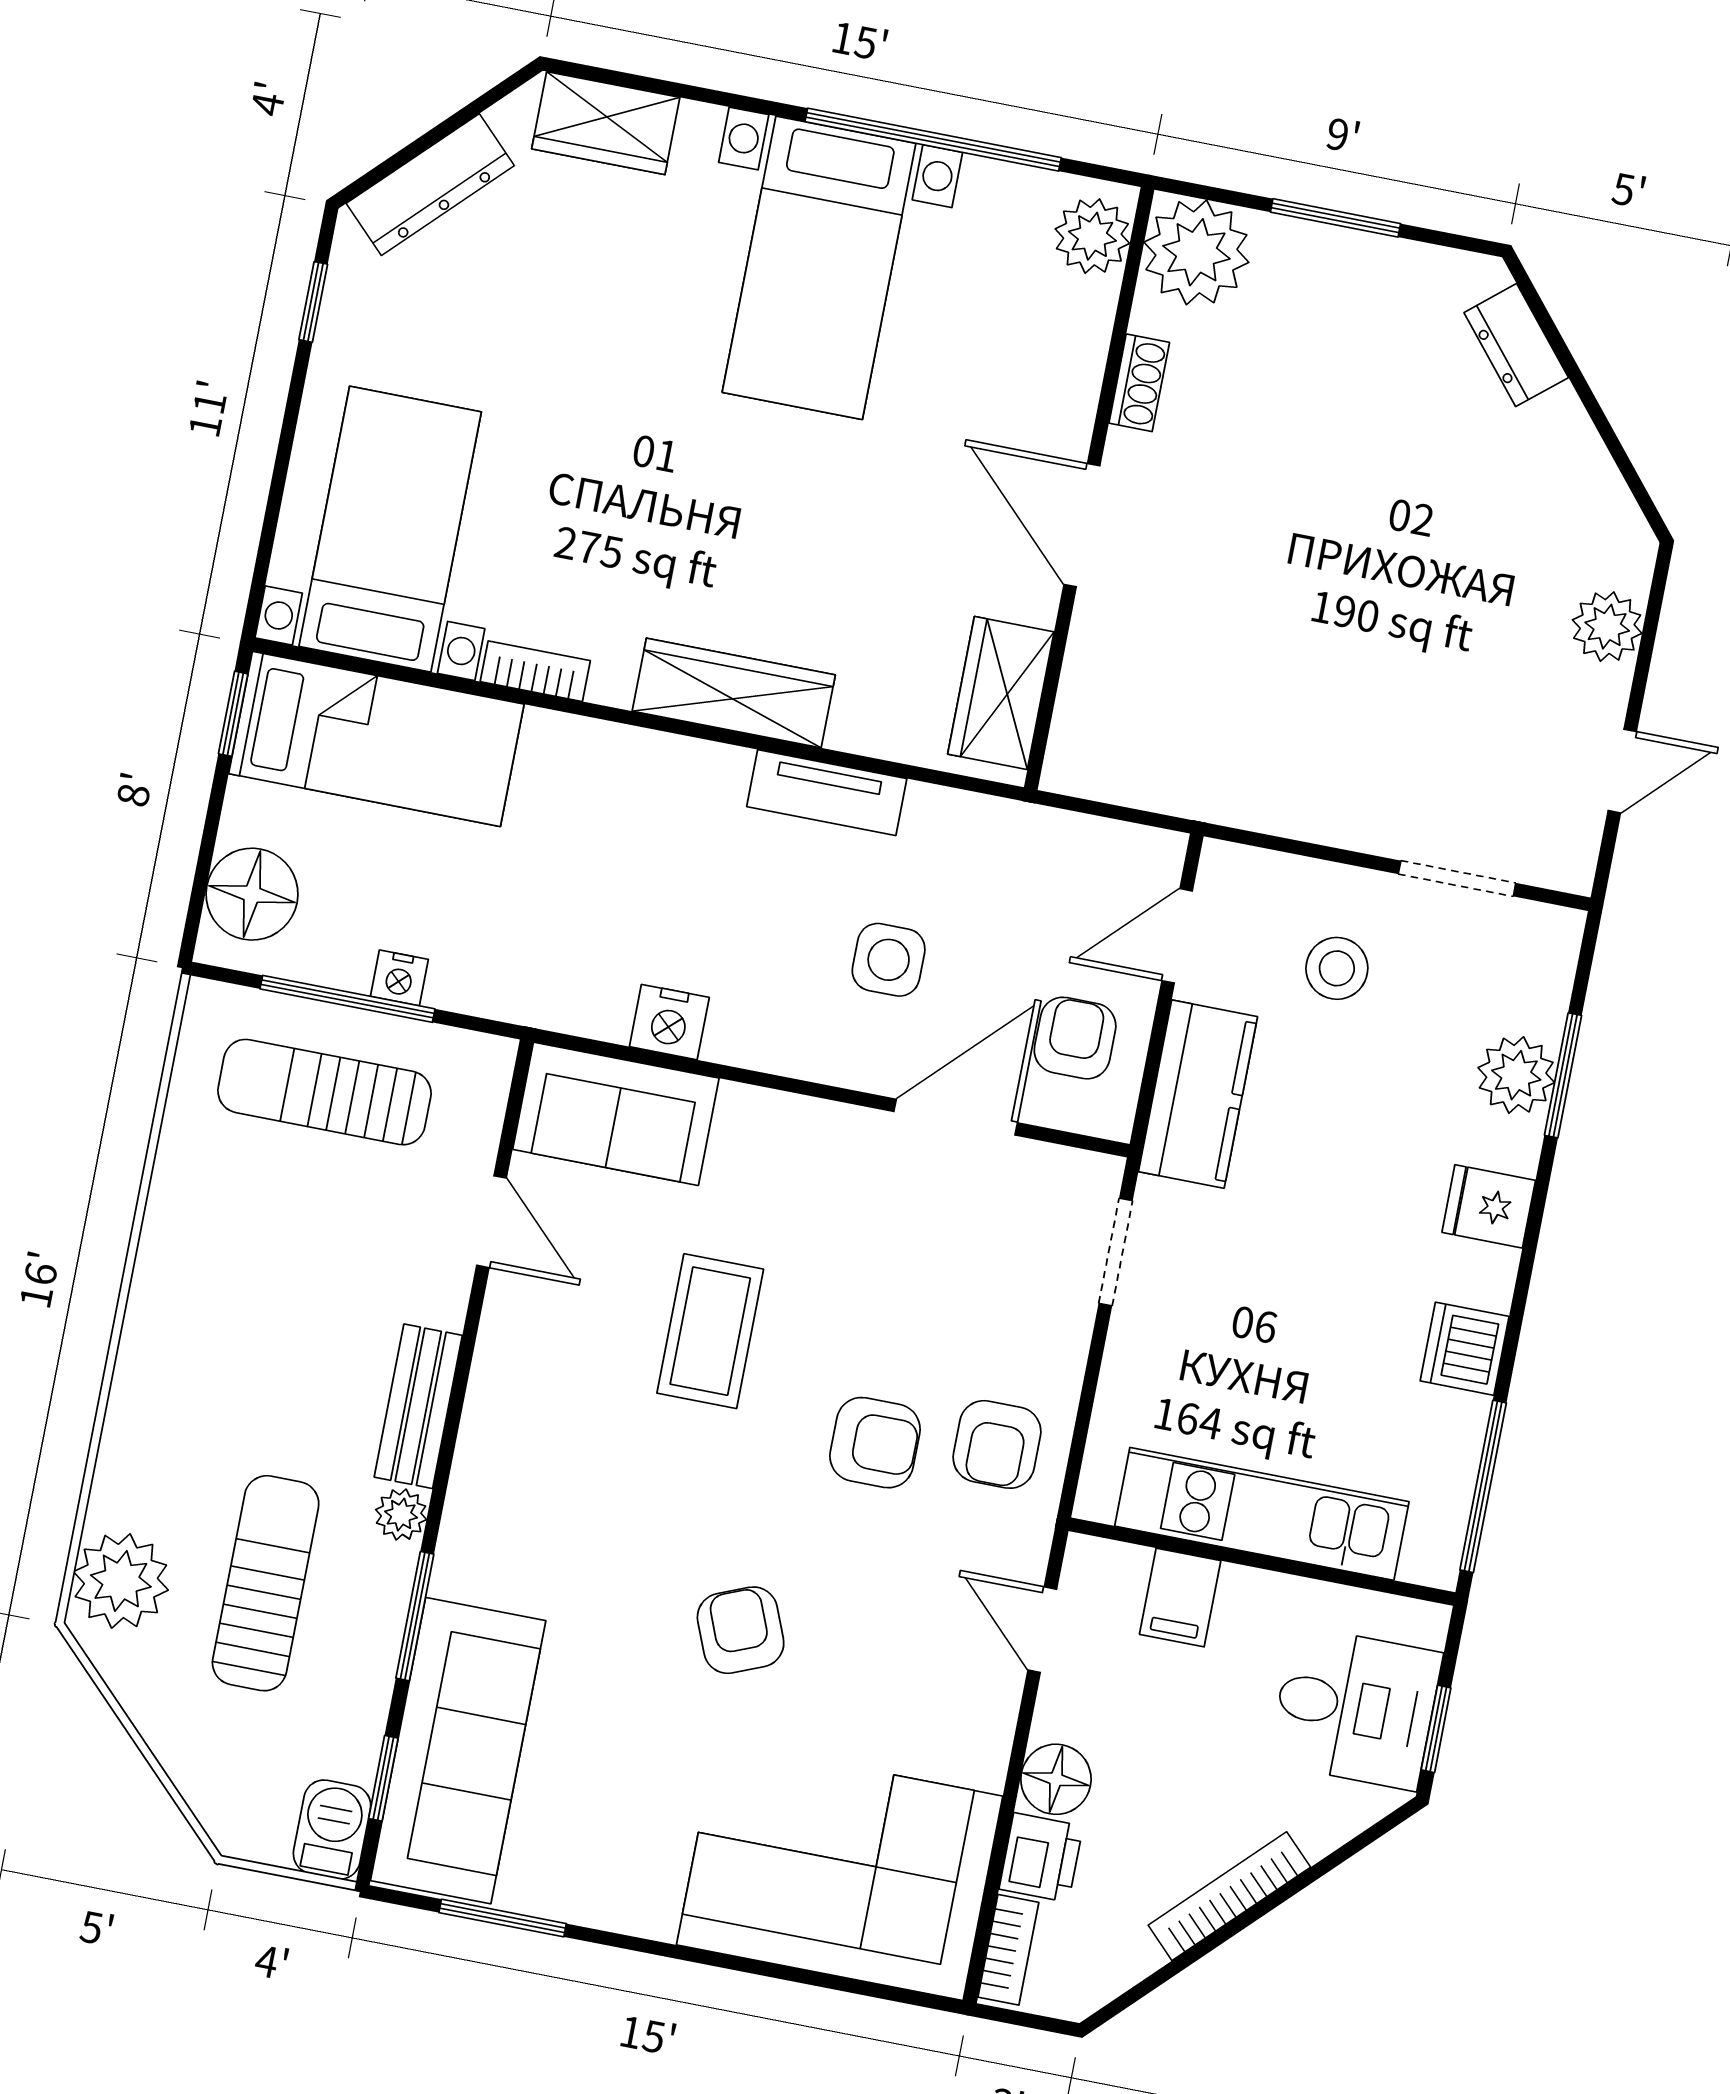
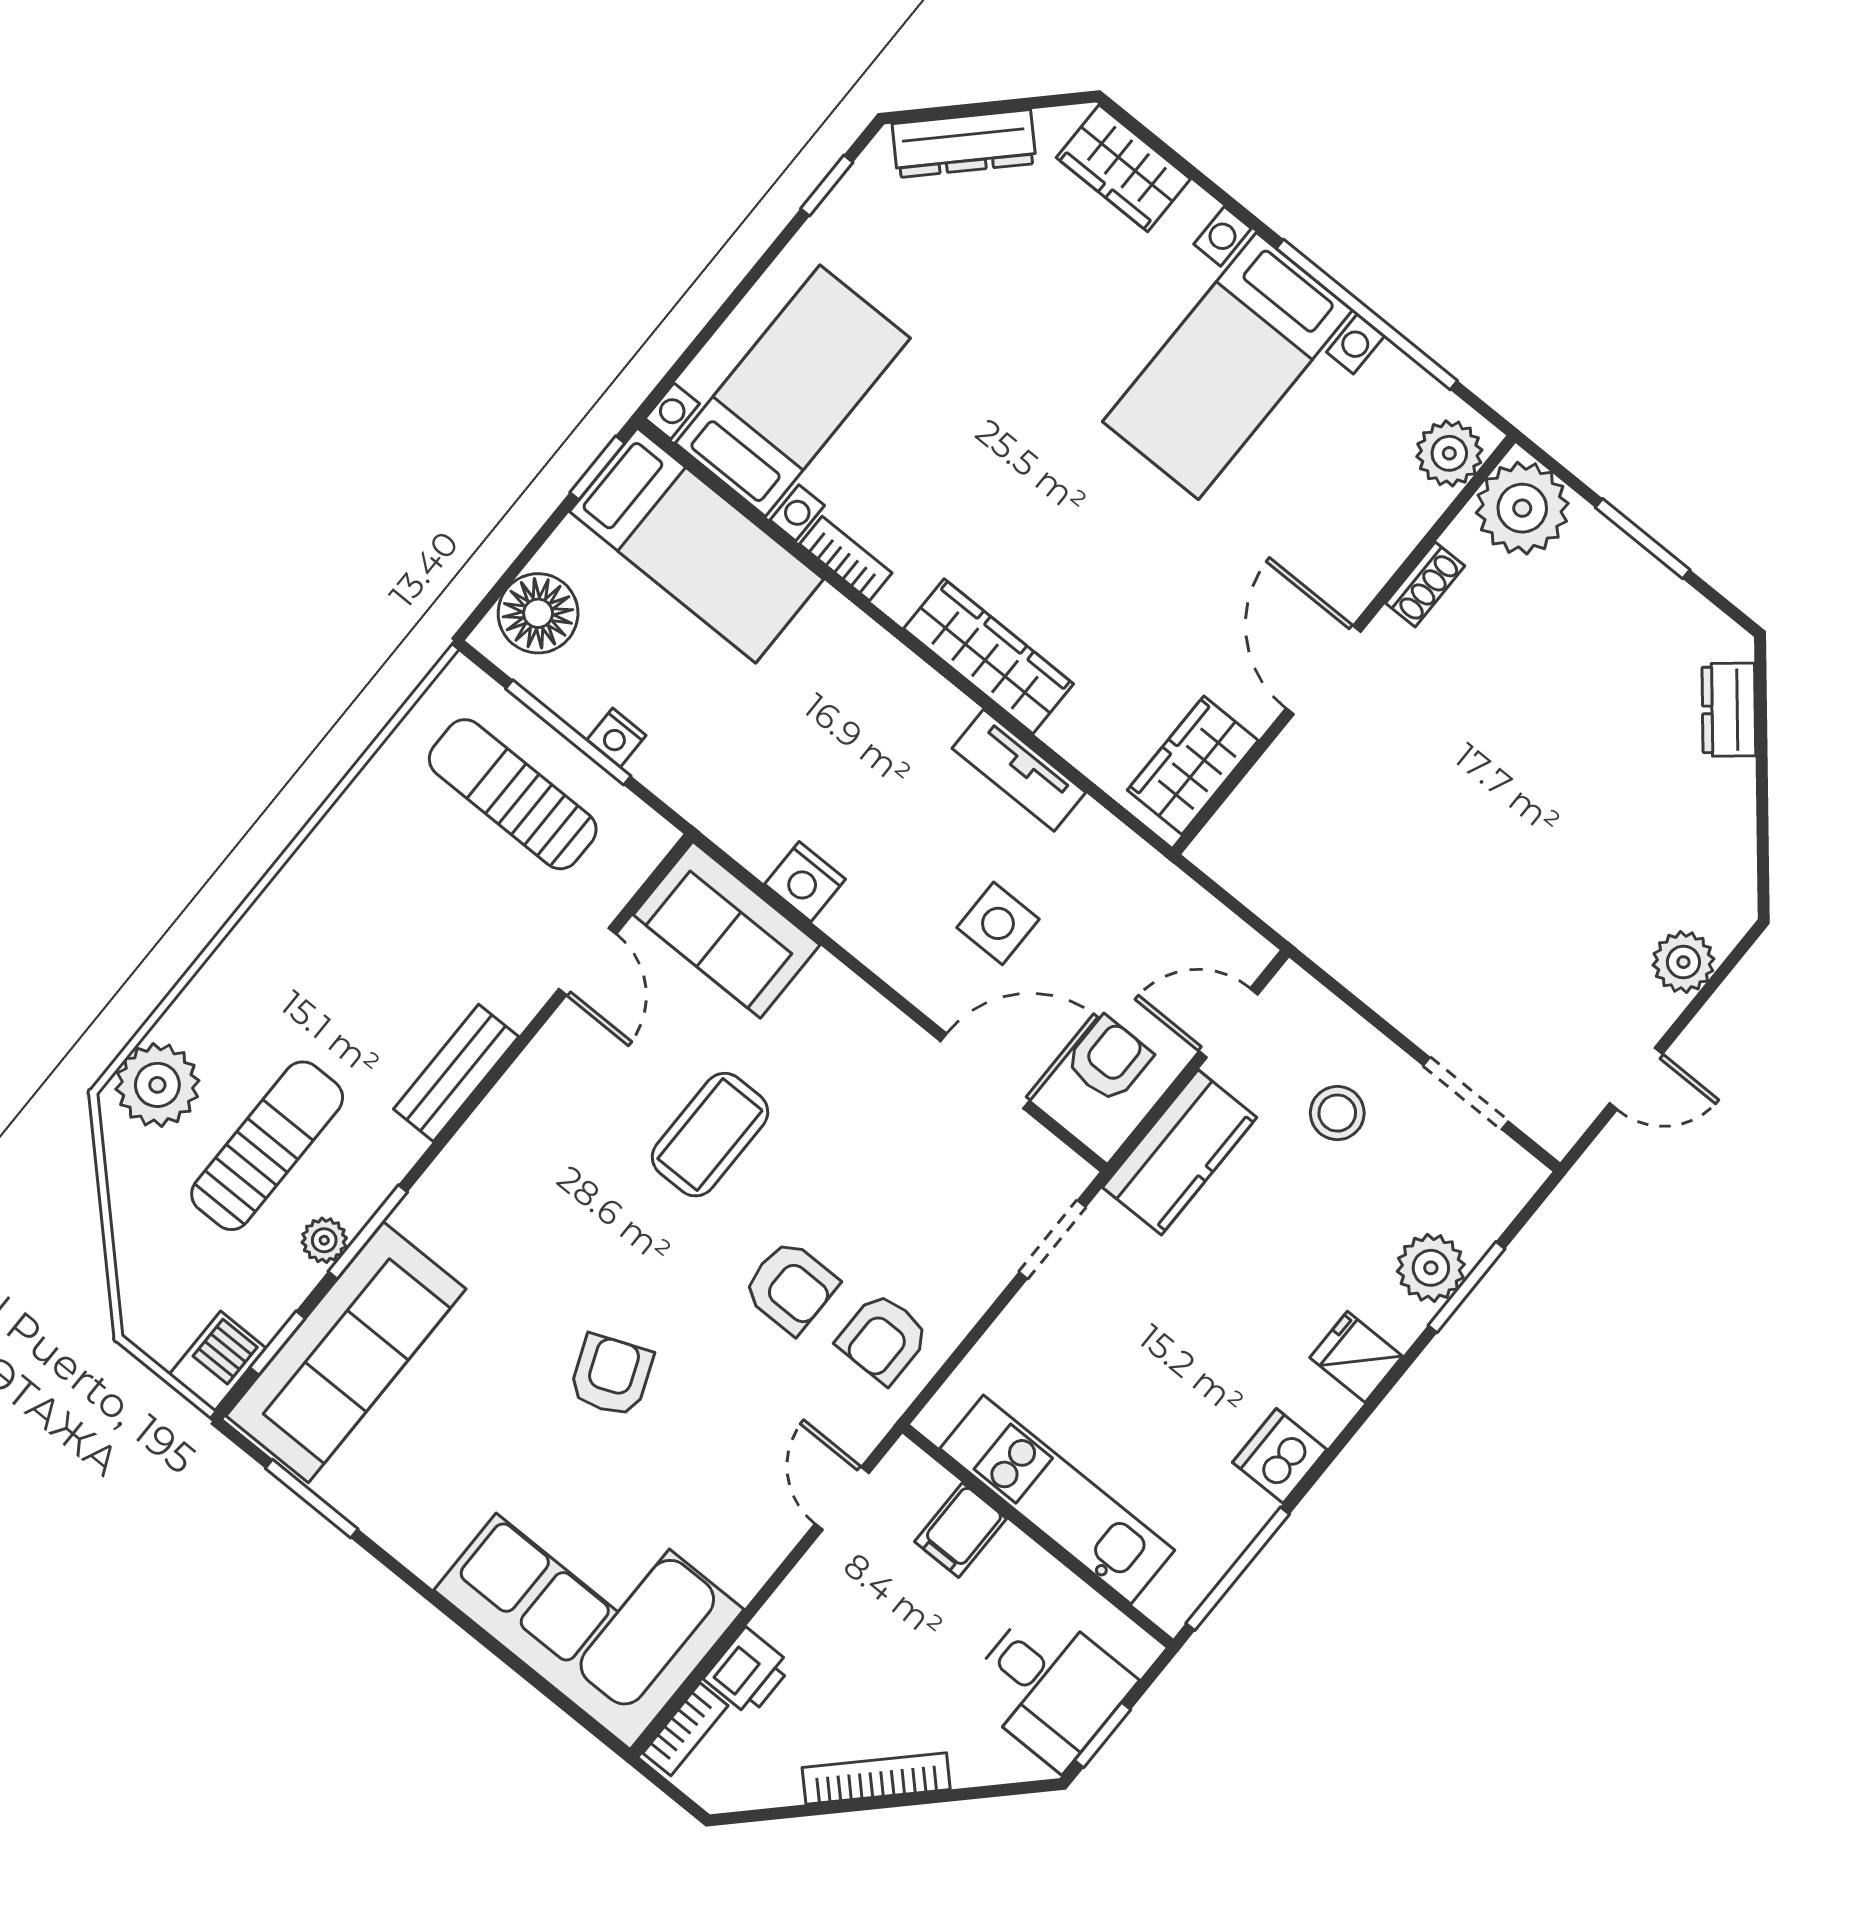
plant: (401, 1515) -> (324, 1240), moved
floor lamp: (1056, 1779) -> (791, 1618), removed

